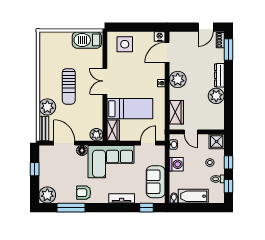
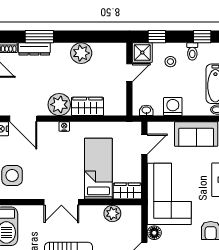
window: (228, 49) -> (39, 37), moved
dresser: (219, 75) -> (34, 49), moved
wardrobe: (176, 112) -> (88, 106), moved
door: (191, 132) -> (129, 73), moved
plant: (96, 135) -> (112, 213), moved
door: (148, 143) -> (144, 144), swing flipped
window: (228, 162) -> (157, 37), moved

